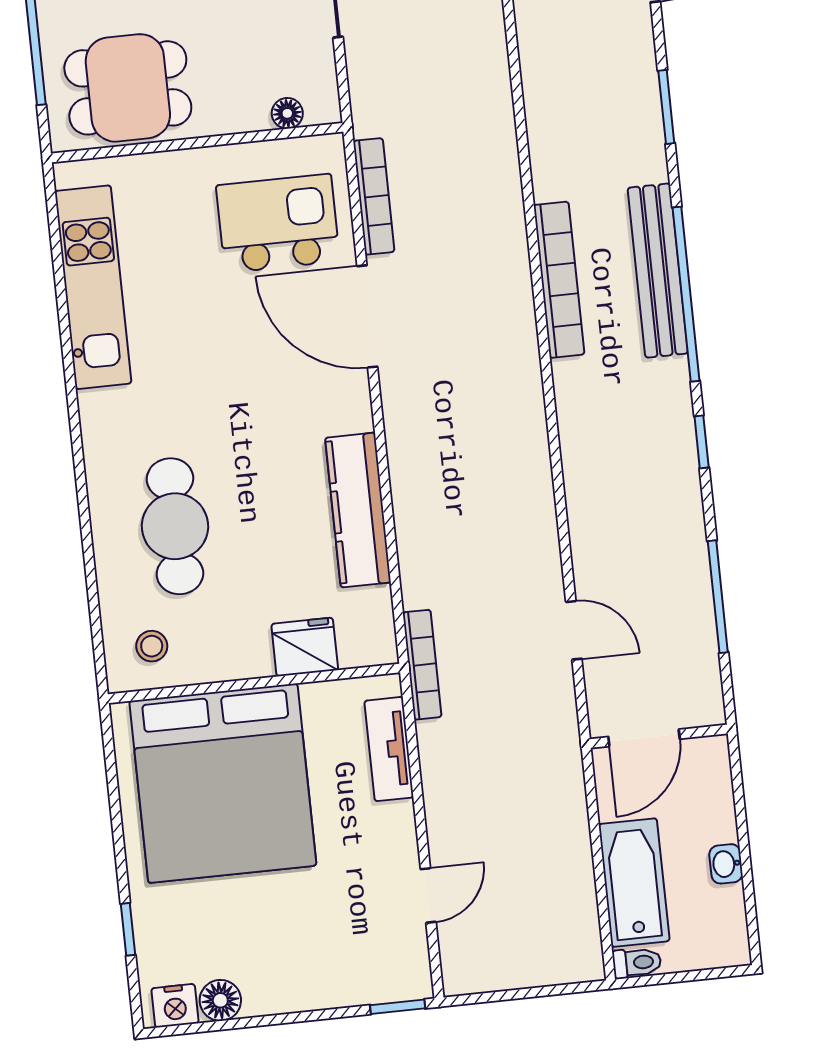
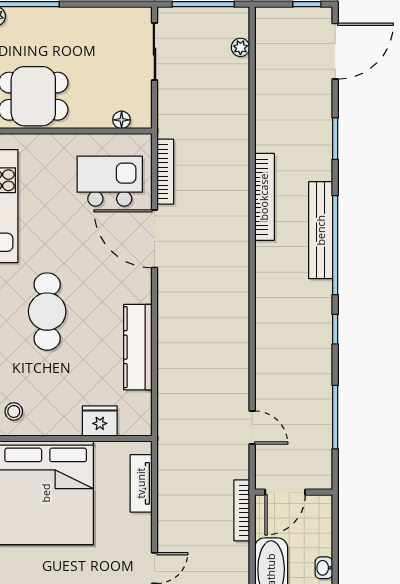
bookcase: (559, 280) -> (264, 197), moved
cafe table: (175, 526) -> (47, 312), moved
bookcase: (422, 665) -> (242, 510), moved, turned 180

